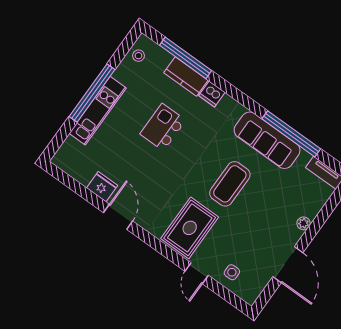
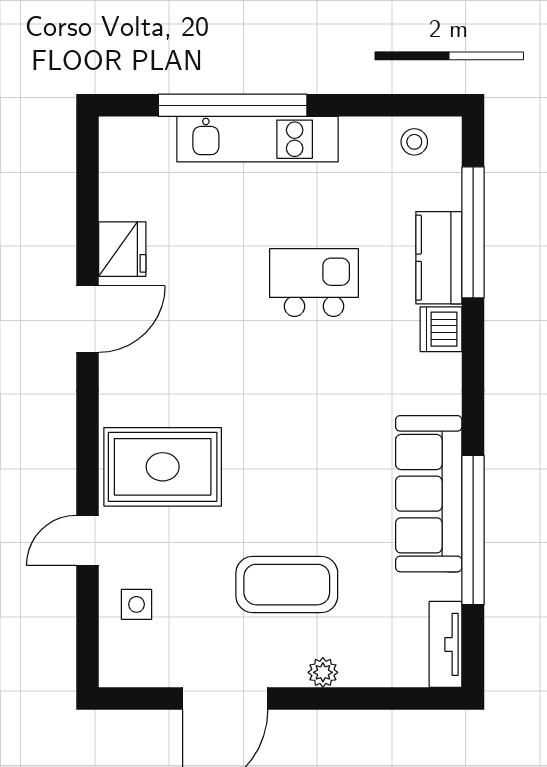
window: (92, 93) -> (233, 105), moved
coffee table: (230, 184) -> (287, 585), moved

